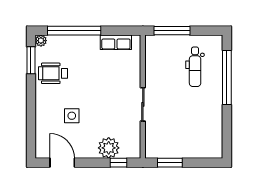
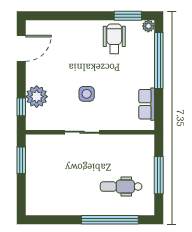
window: (172, 31) -> (159, 175), moved
side table: (72, 116) -> (87, 94), moved

